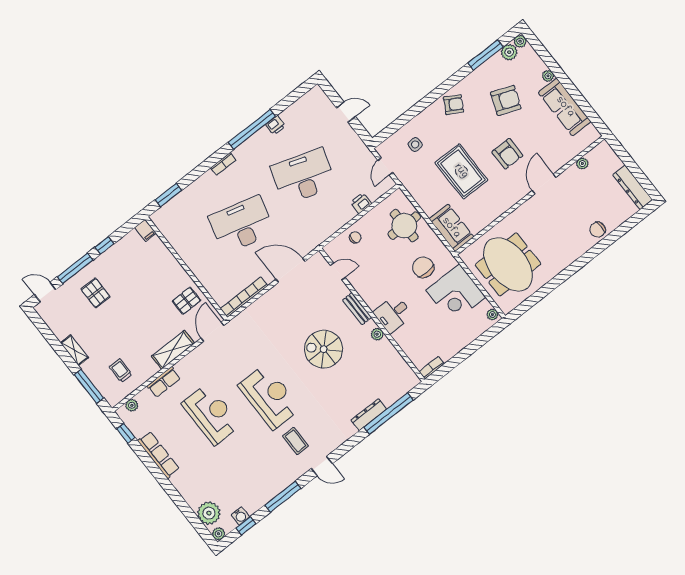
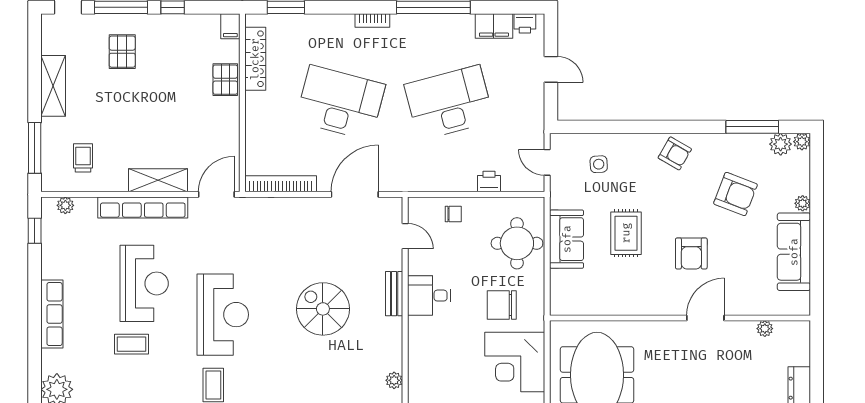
filing cabinet: (294, 113) -> (494, 26), added
printer: (276, 125) -> (525, 23), moved
door: (385, 166) -> (547, 162), hinge flipped
rug: (461, 171) -> (626, 233), width x0.73, depth x0.70
desk: (303, 176) -> (449, 103), turned -33
sofa: (451, 228) -> (567, 239), moved
locker: (174, 238) -> (255, 59), added
chair: (423, 267) -> (502, 305), turned -90
door: (291, 270) -> (355, 194), hinge flipped
pallet: (187, 301) -> (225, 80), moved, turned 90
desk: (393, 314) -> (429, 296), moved
plant: (377, 334) -> (394, 380), moved
shelving: (74, 350) -> (53, 86), width x1.50, depth x1.33
row of seats: (164, 382) -> (143, 208), width x2.02
coffee table: (231, 454) -> (132, 344), added
row of seats: (159, 455) -> (52, 314), moved

